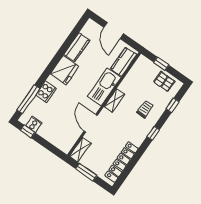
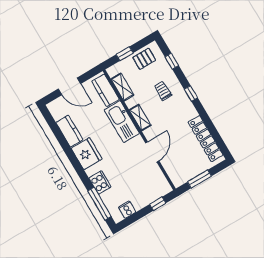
door: (91, 123) -> (152, 152), swing flipped
window: (27, 131) -> (158, 204), moved
shelving: (80, 150) -> (122, 87), moved

